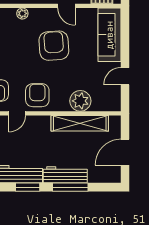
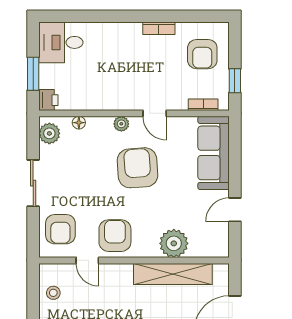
floor lamp: (11, 13) -> (79, 123), added
plant: (22, 13) -> (121, 124), moved
door: (17, 113) -> (87, 260), hinge flipped

